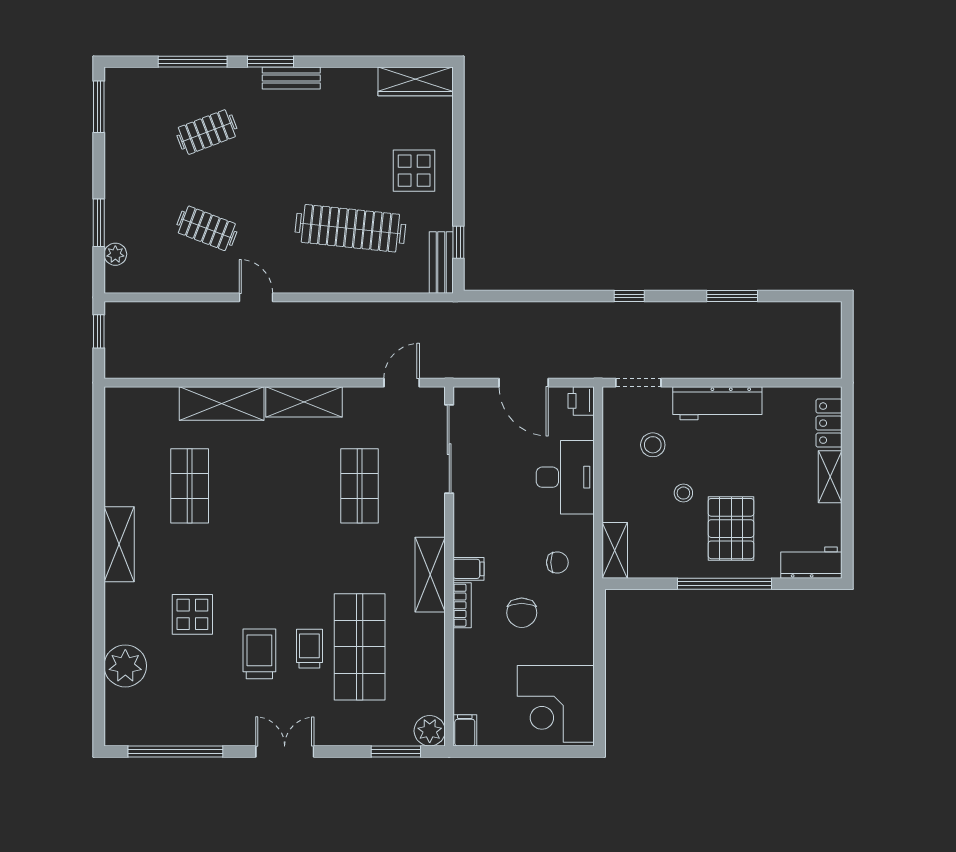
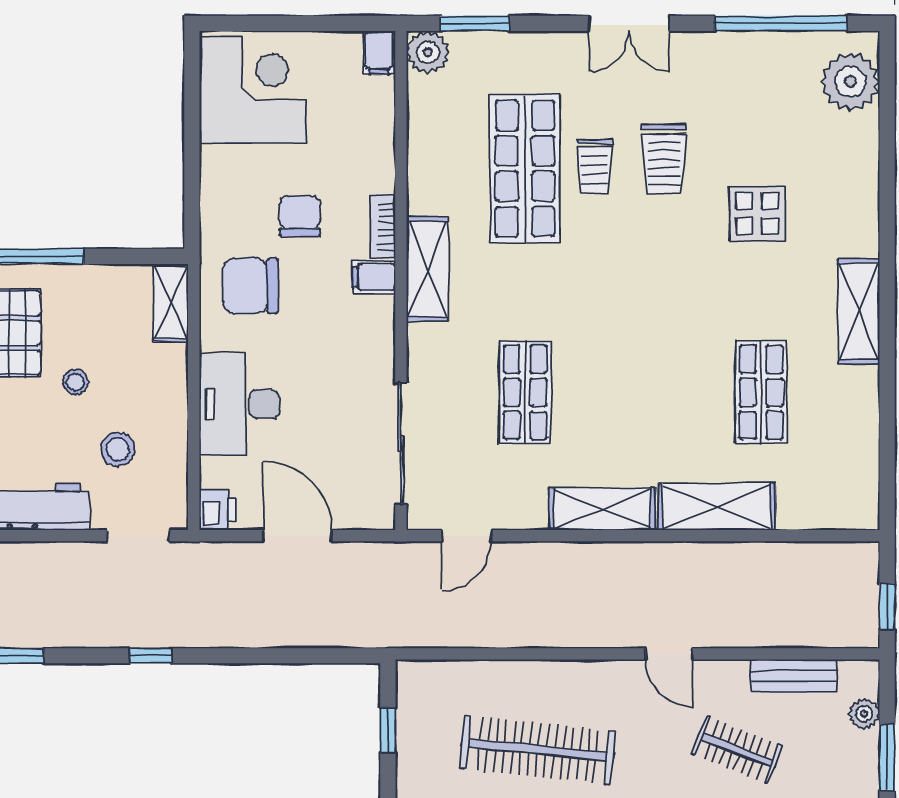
bench: (441, 262) -> (794, 676), moved, turned 90
chair: (557, 562) -> (250, 286), width x1.87, depth x1.87
plant: (125, 666) -> (850, 82), moved

